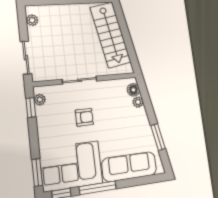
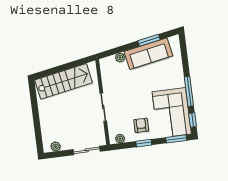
floor lamp: (133, 90) -> (110, 61), removed
window: (31, 108) -> (144, 143), moved
armchair: (84, 117) -> (141, 125), moved
sofa: (129, 167) -> (148, 54), moved, turned -100

